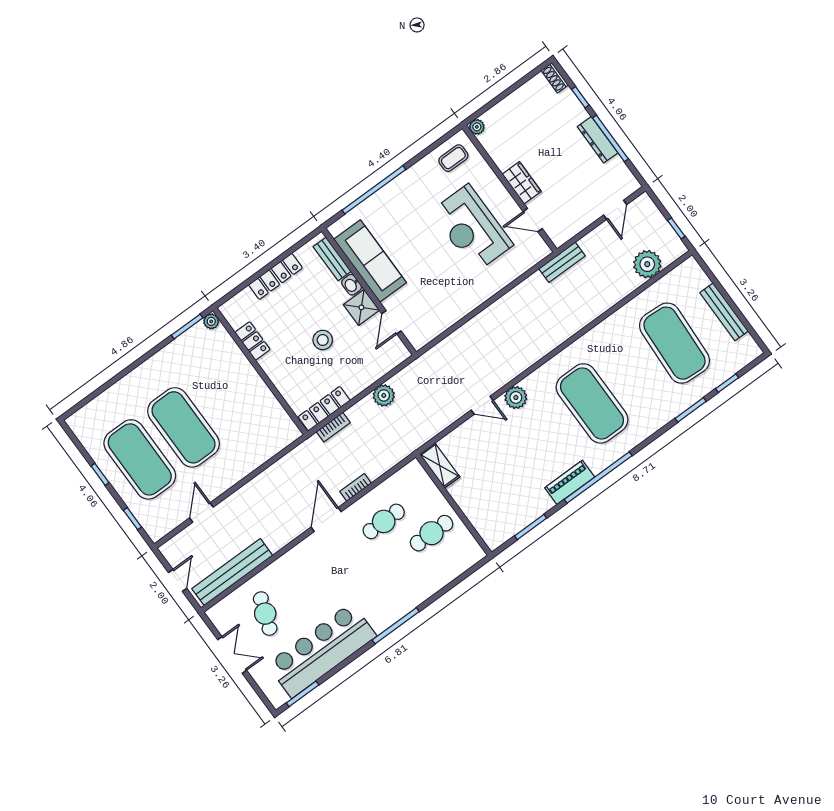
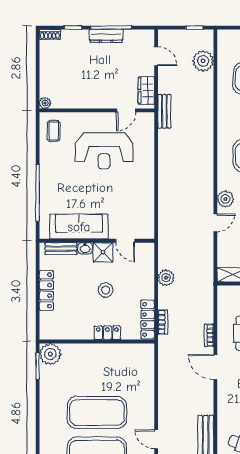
wardrobe: (522, 183) -> (146, 91), moved, turned -90
plant: (211, 321) -> (50, 354), width x1.88, depth x1.88
locker: (253, 341) -> (107, 333), moved

